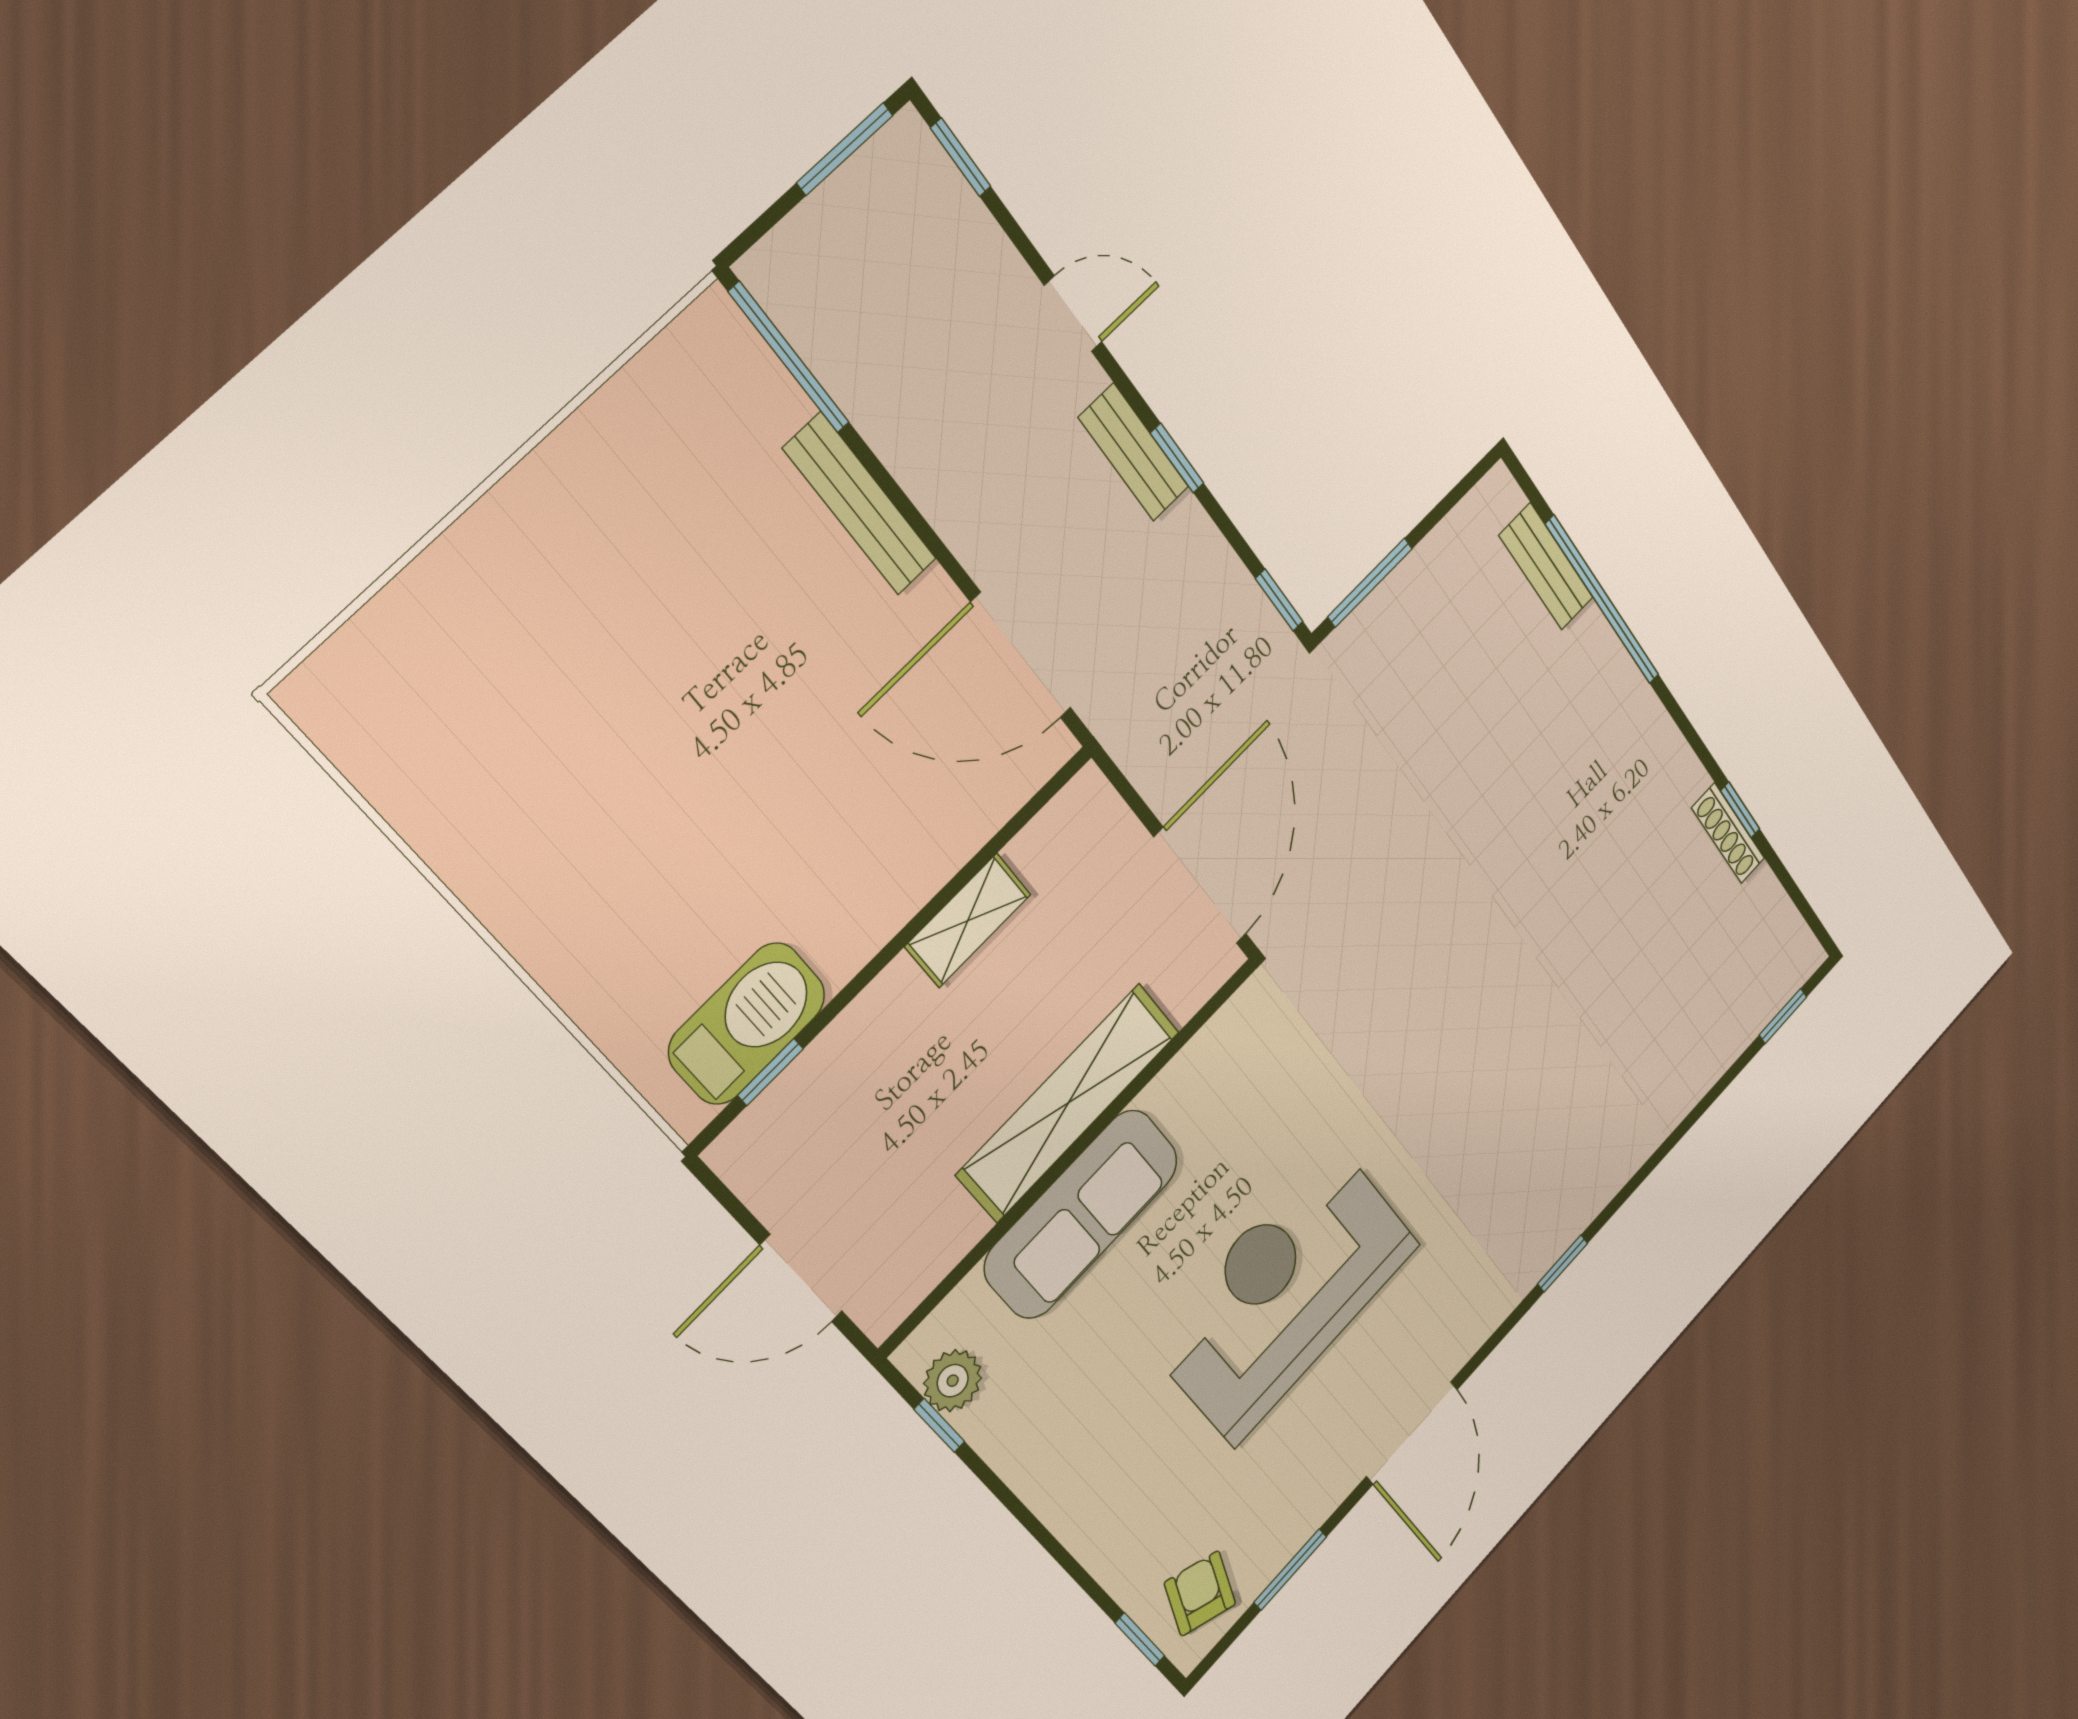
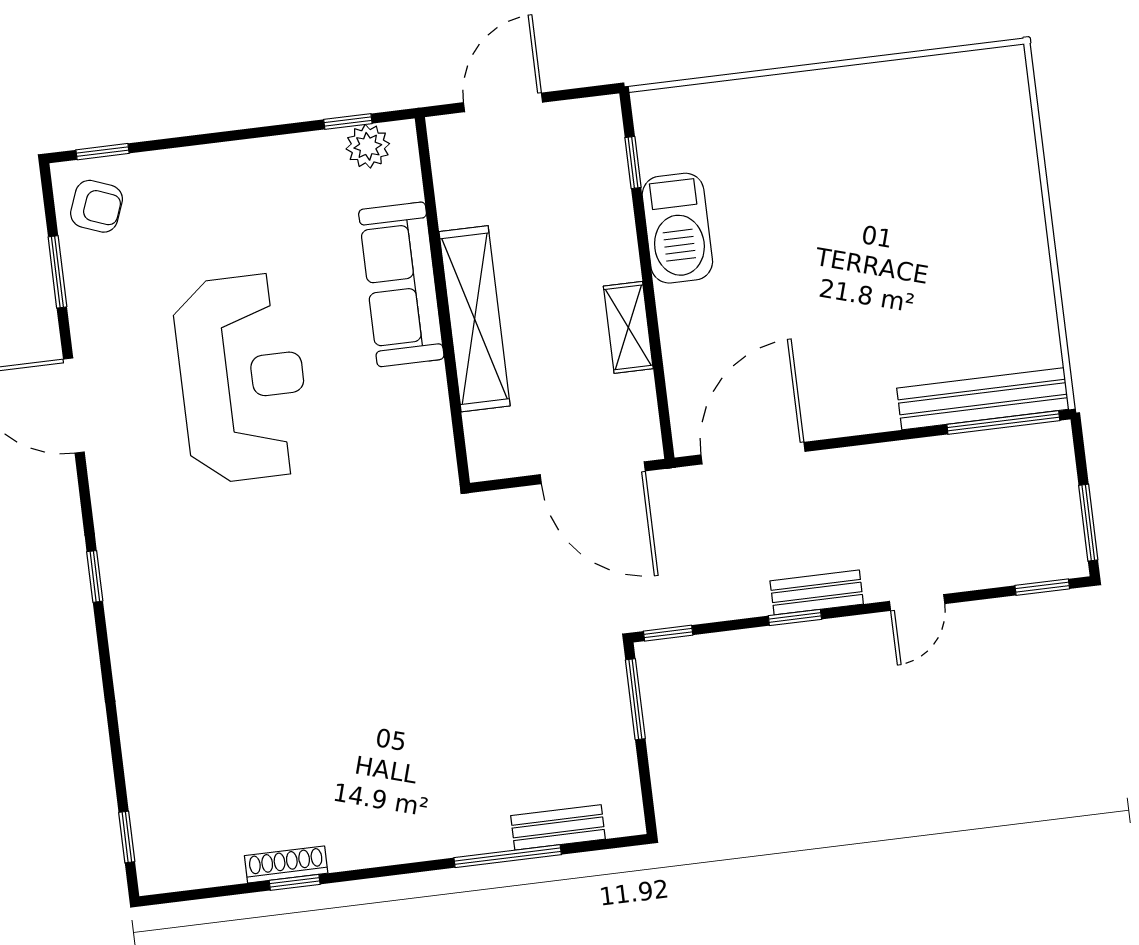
bench: (860, 504) -> (983, 399), moved, width x1.37, depth x1.21
window: (1603, 600) -> (508, 856), width x0.68
door: (1200, 886) -> (593, 473), moved
barbecue: (747, 1024) -> (677, 228), moved

